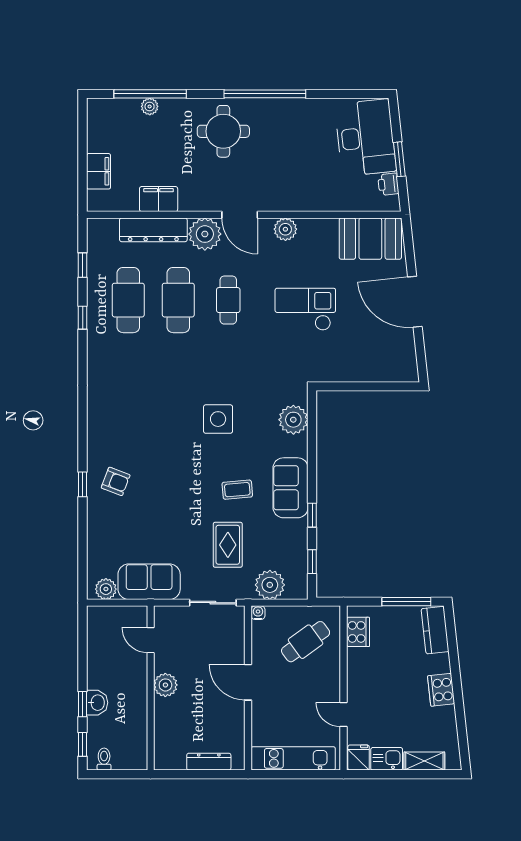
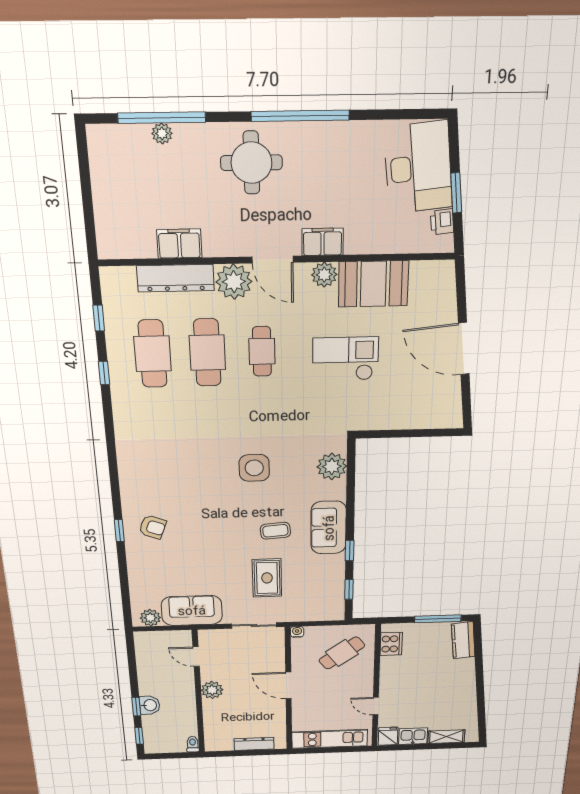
filing cabinet: (99, 171) -> (323, 242), moved, turned -90
booth: (370, 239) -> (373, 284), moved
plant: (270, 585) -> (308, 609), removed
cooker: (441, 690) -> (465, 685), removed
toilet: (104, 759) -> (193, 744), moved

